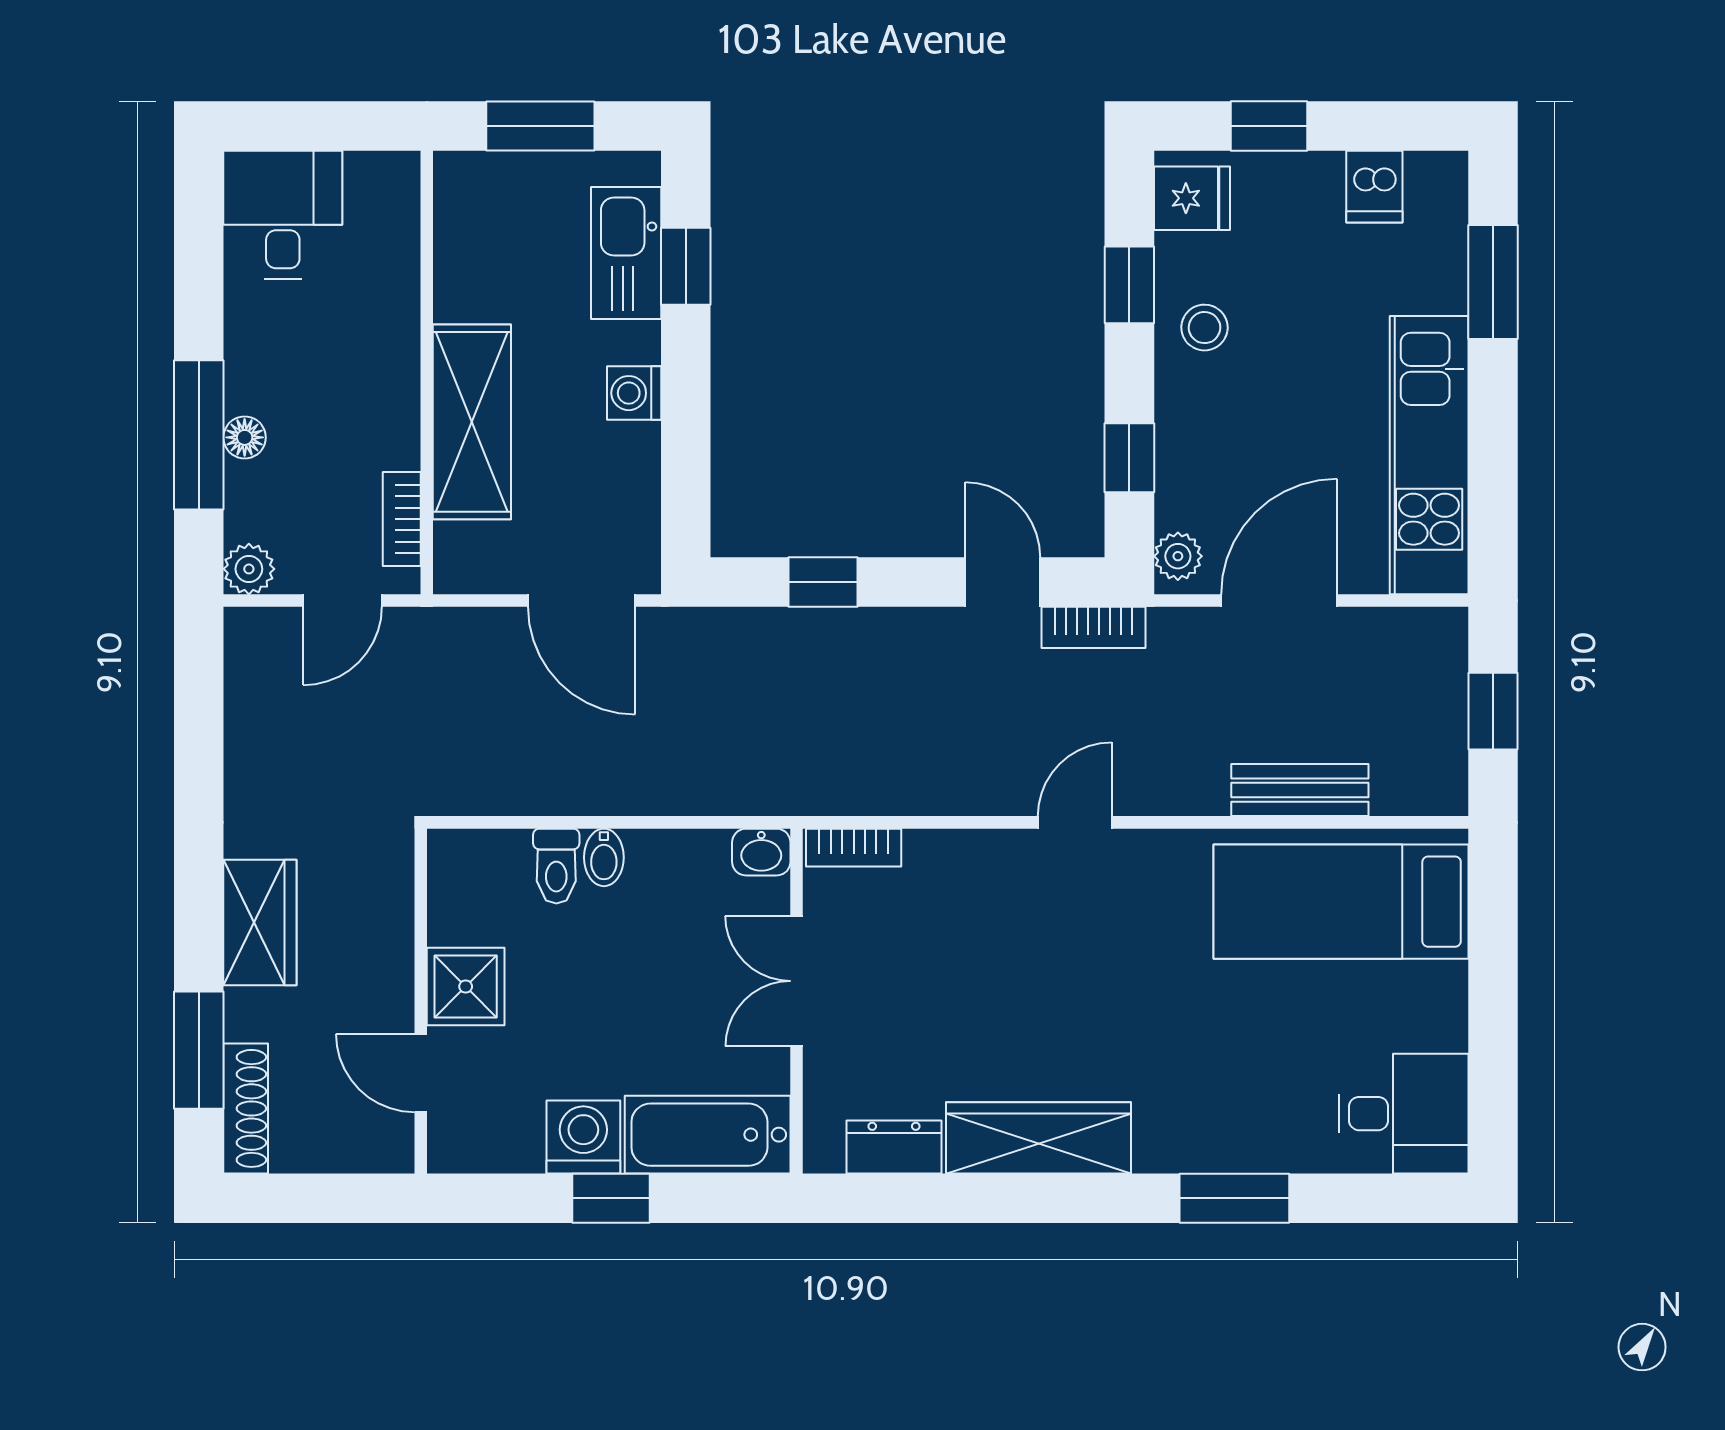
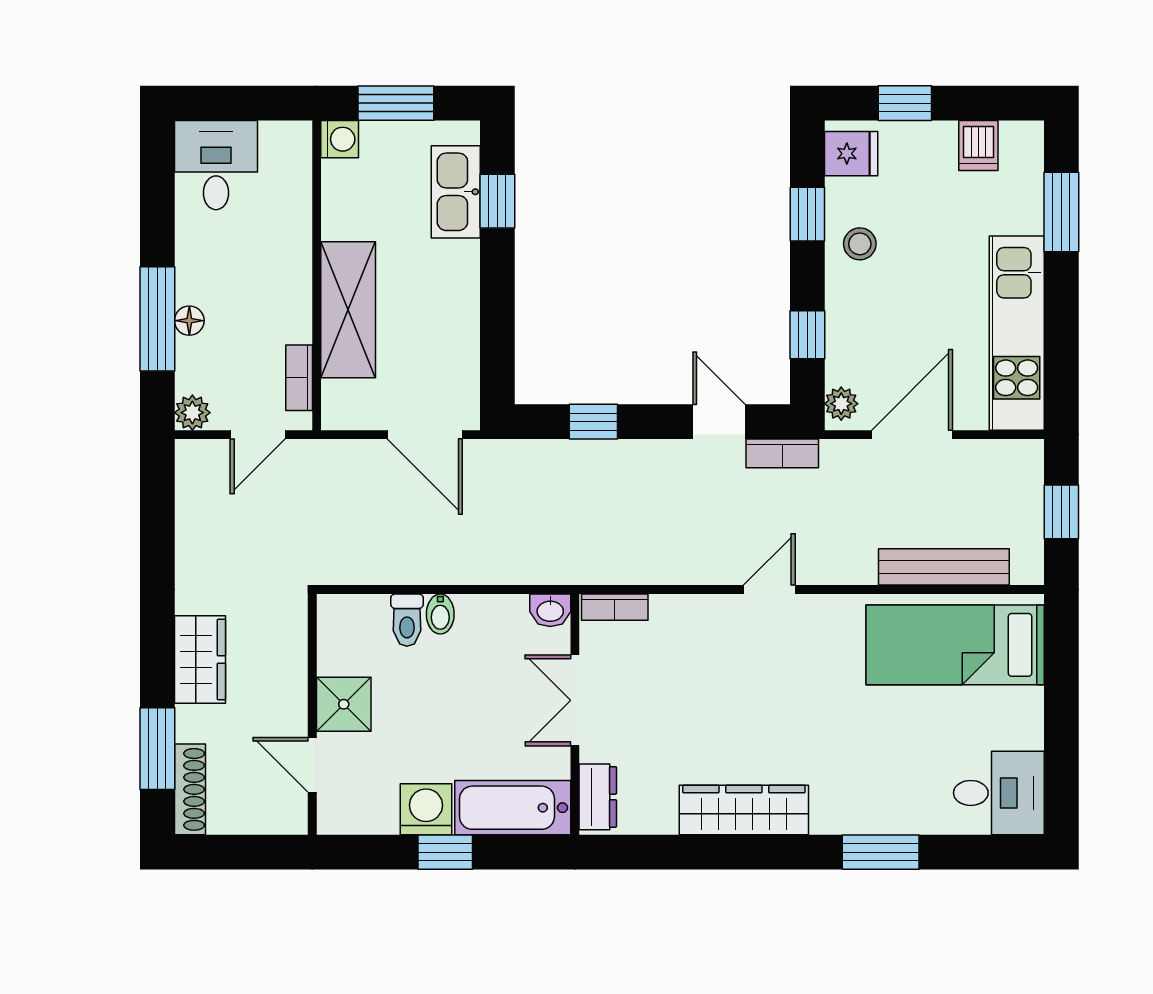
washing machine: (634, 393) -> (340, 139), moved, turned 180
bench: (1300, 790) -> (944, 567), width x1.36
dresser: (894, 1147) -> (598, 797), moved, turned 90

